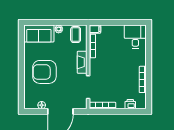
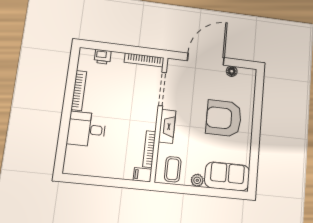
desk: (135, 37) -> (86, 129), moved, turned 90
armchair: (44, 72) -> (224, 118), turned 180

